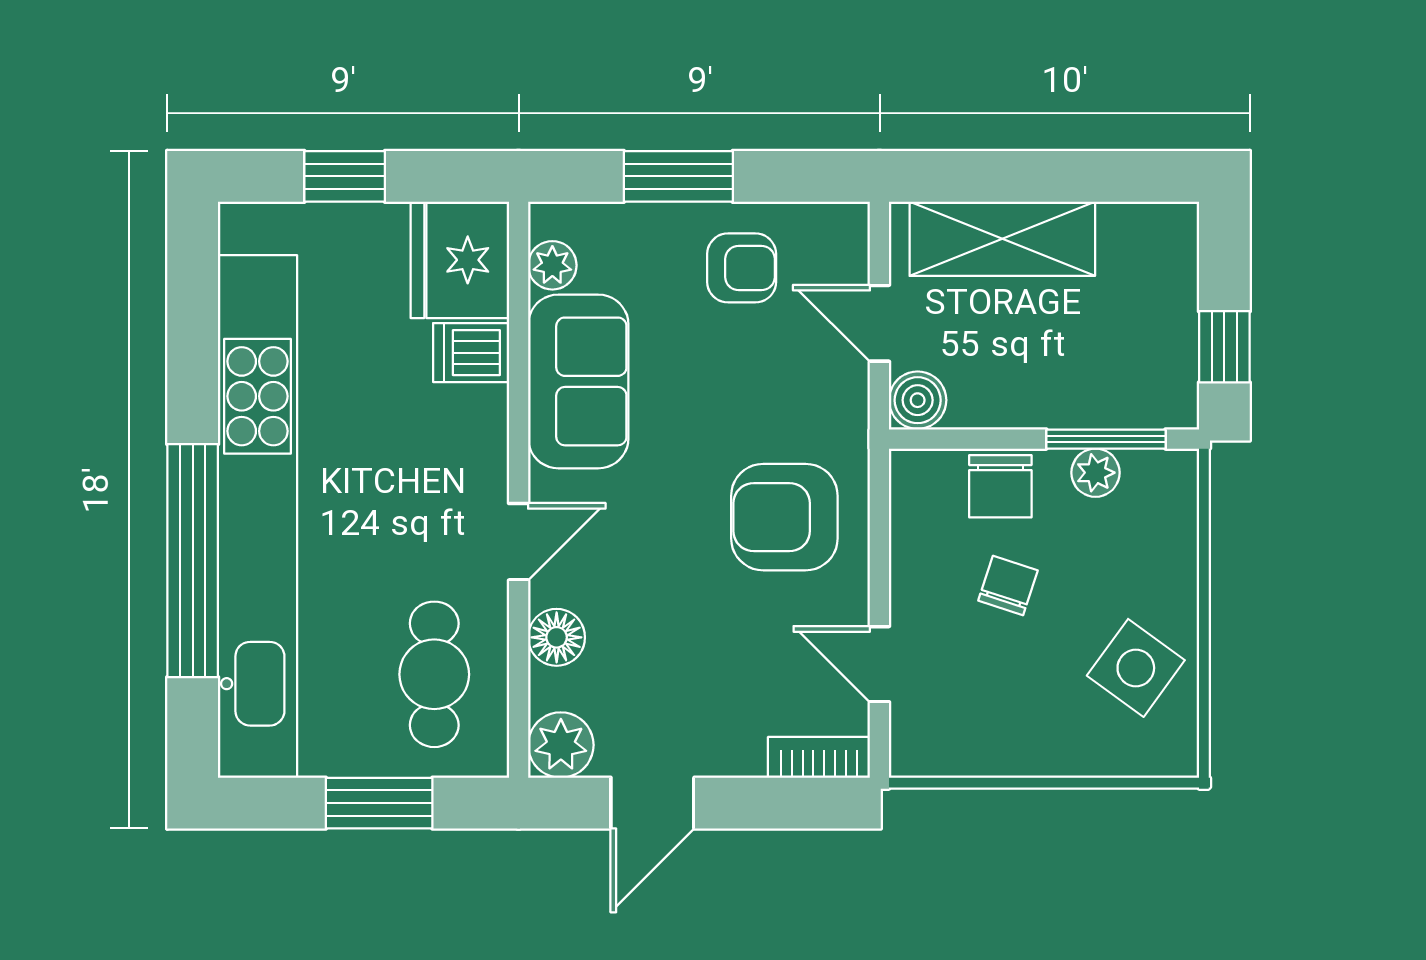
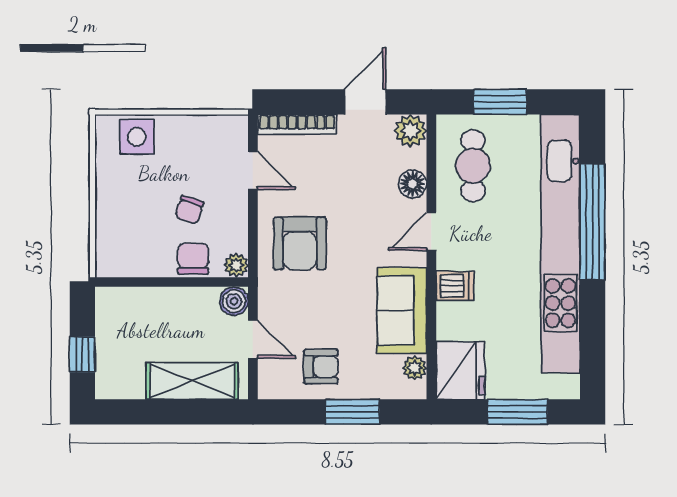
window: (345, 176) -> (517, 412), width x1.50
armchair: (742, 268) -> (321, 367), turned 180
window: (1224, 347) -> (82, 355), moved
dishwasher: (471, 353) -> (455, 286), moved
window: (1106, 439) -> (141, 282), removed
plant: (1095, 473) -> (236, 265), moved
armchair: (784, 517) -> (300, 243), turned 90
side table: (1136, 668) -> (137, 137), moved, turned -36
bookcase: (819, 757) -> (297, 125), width x1.56

